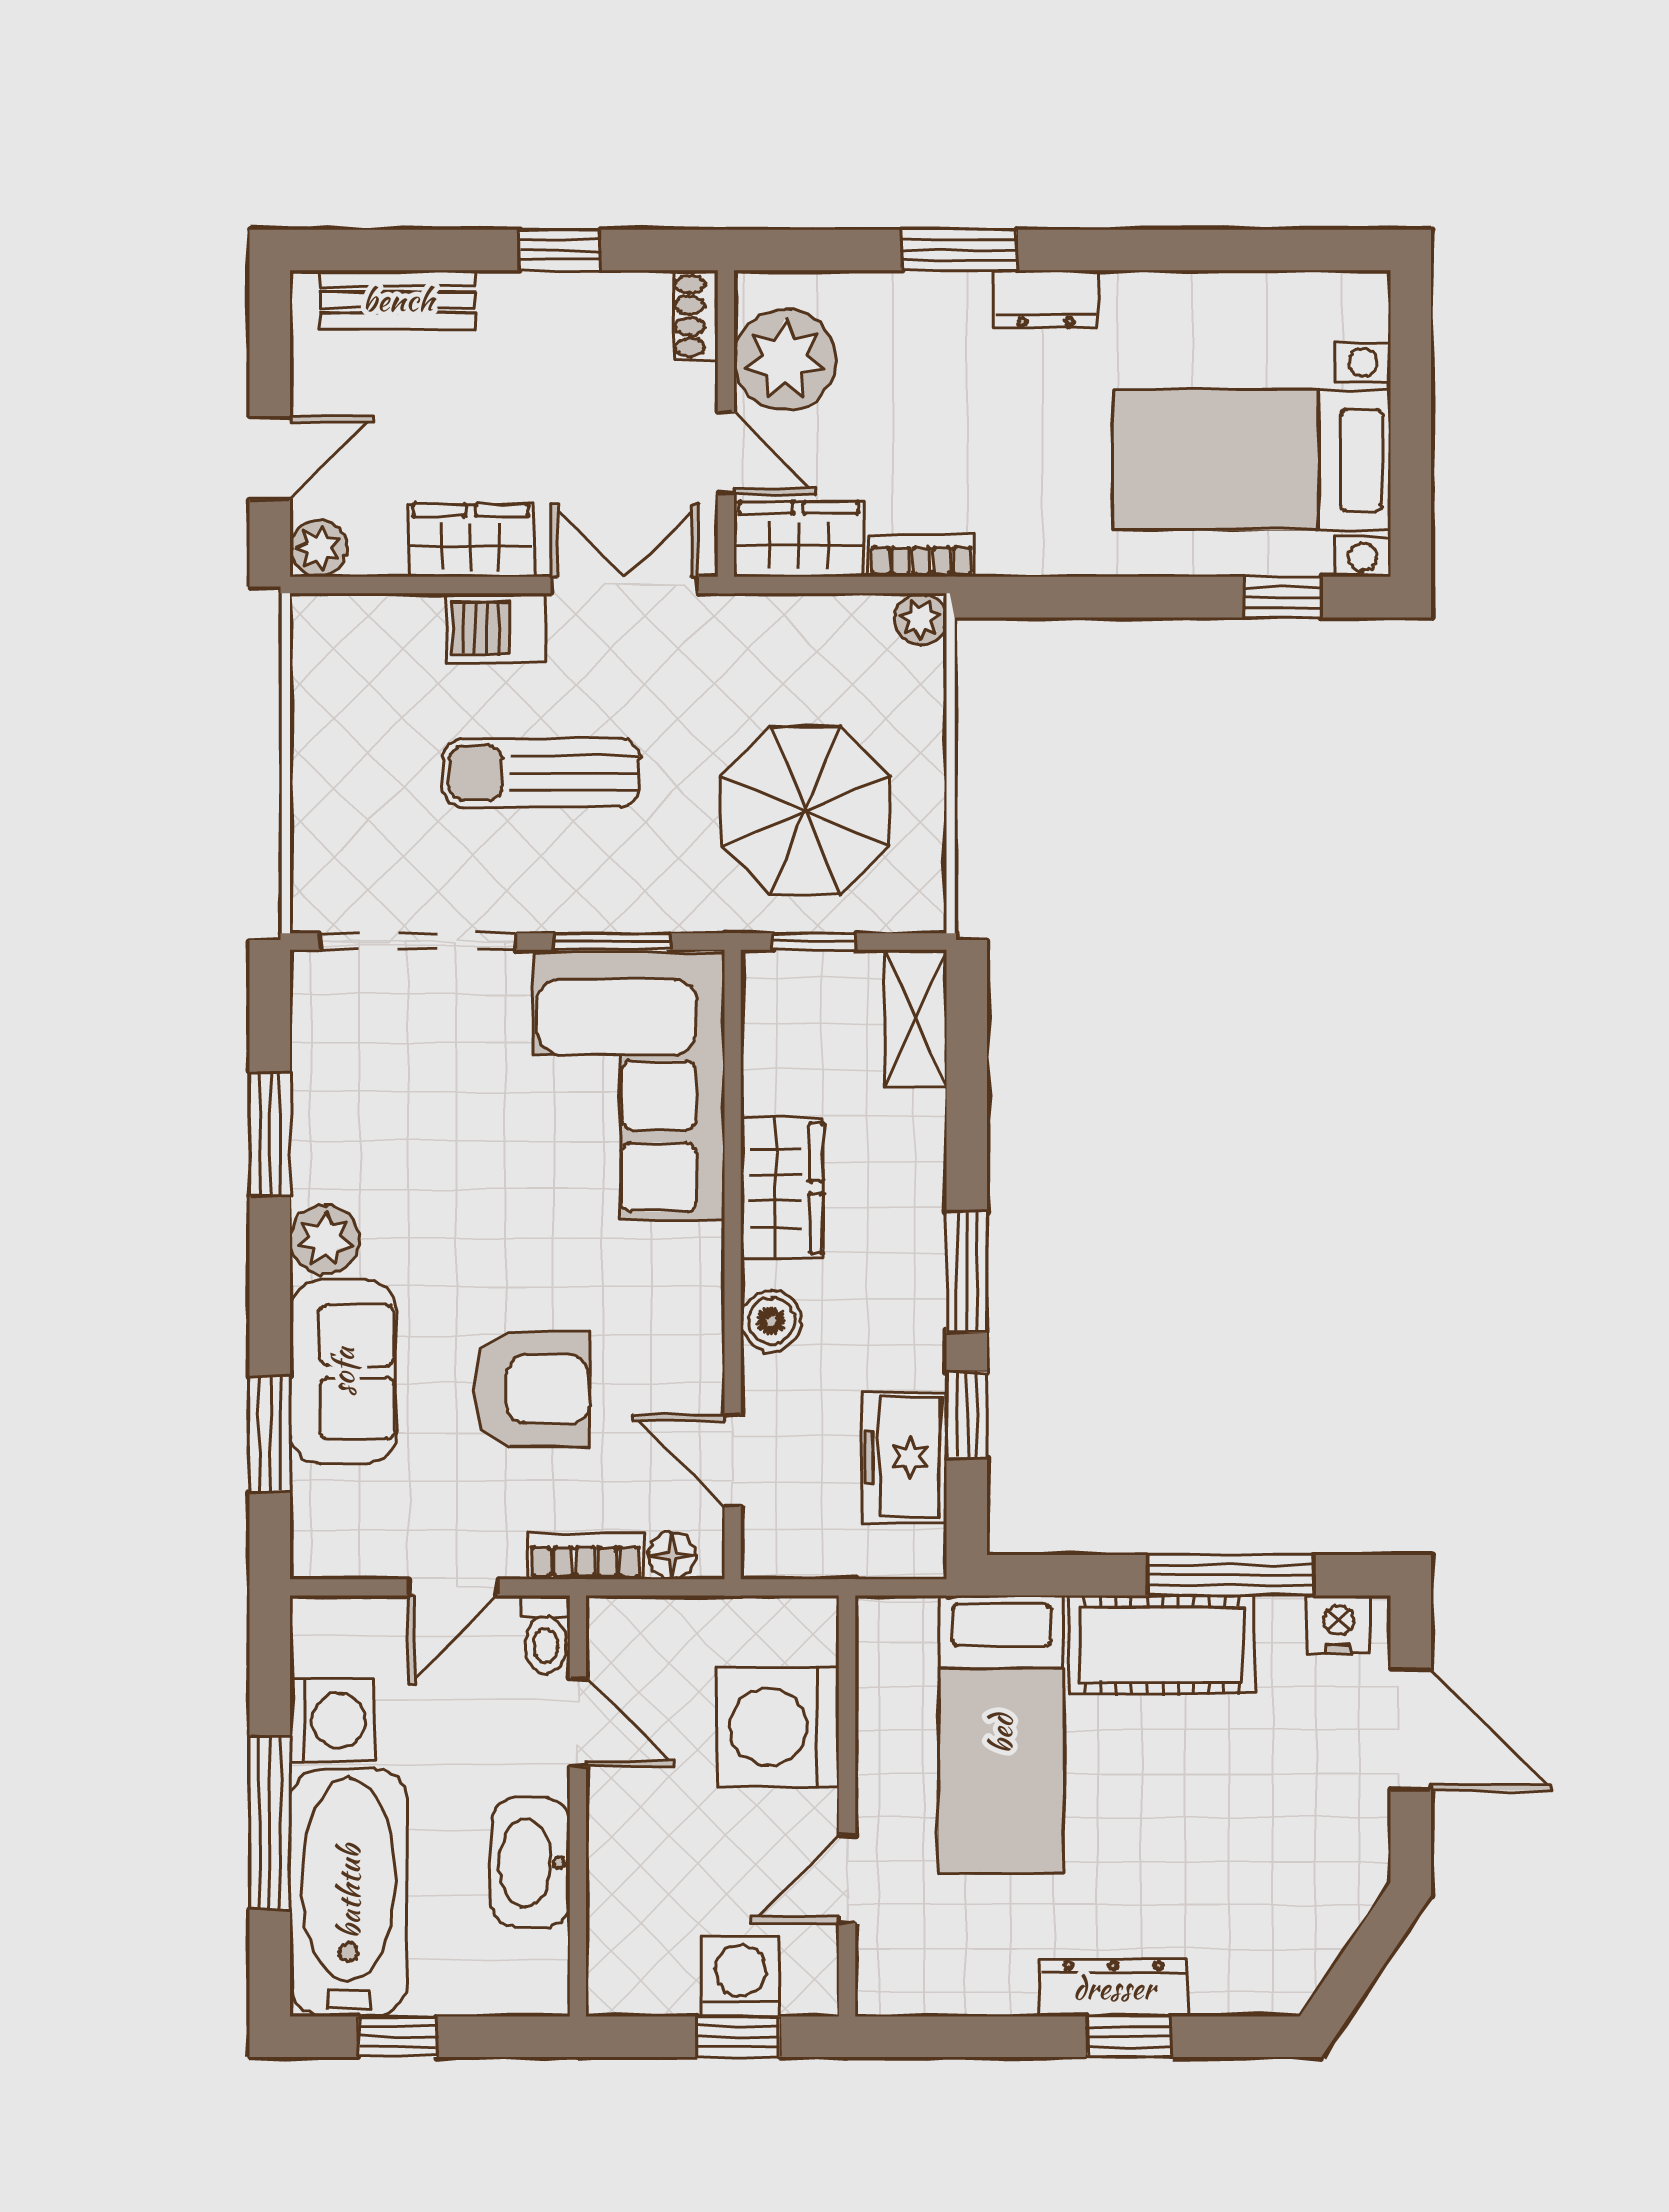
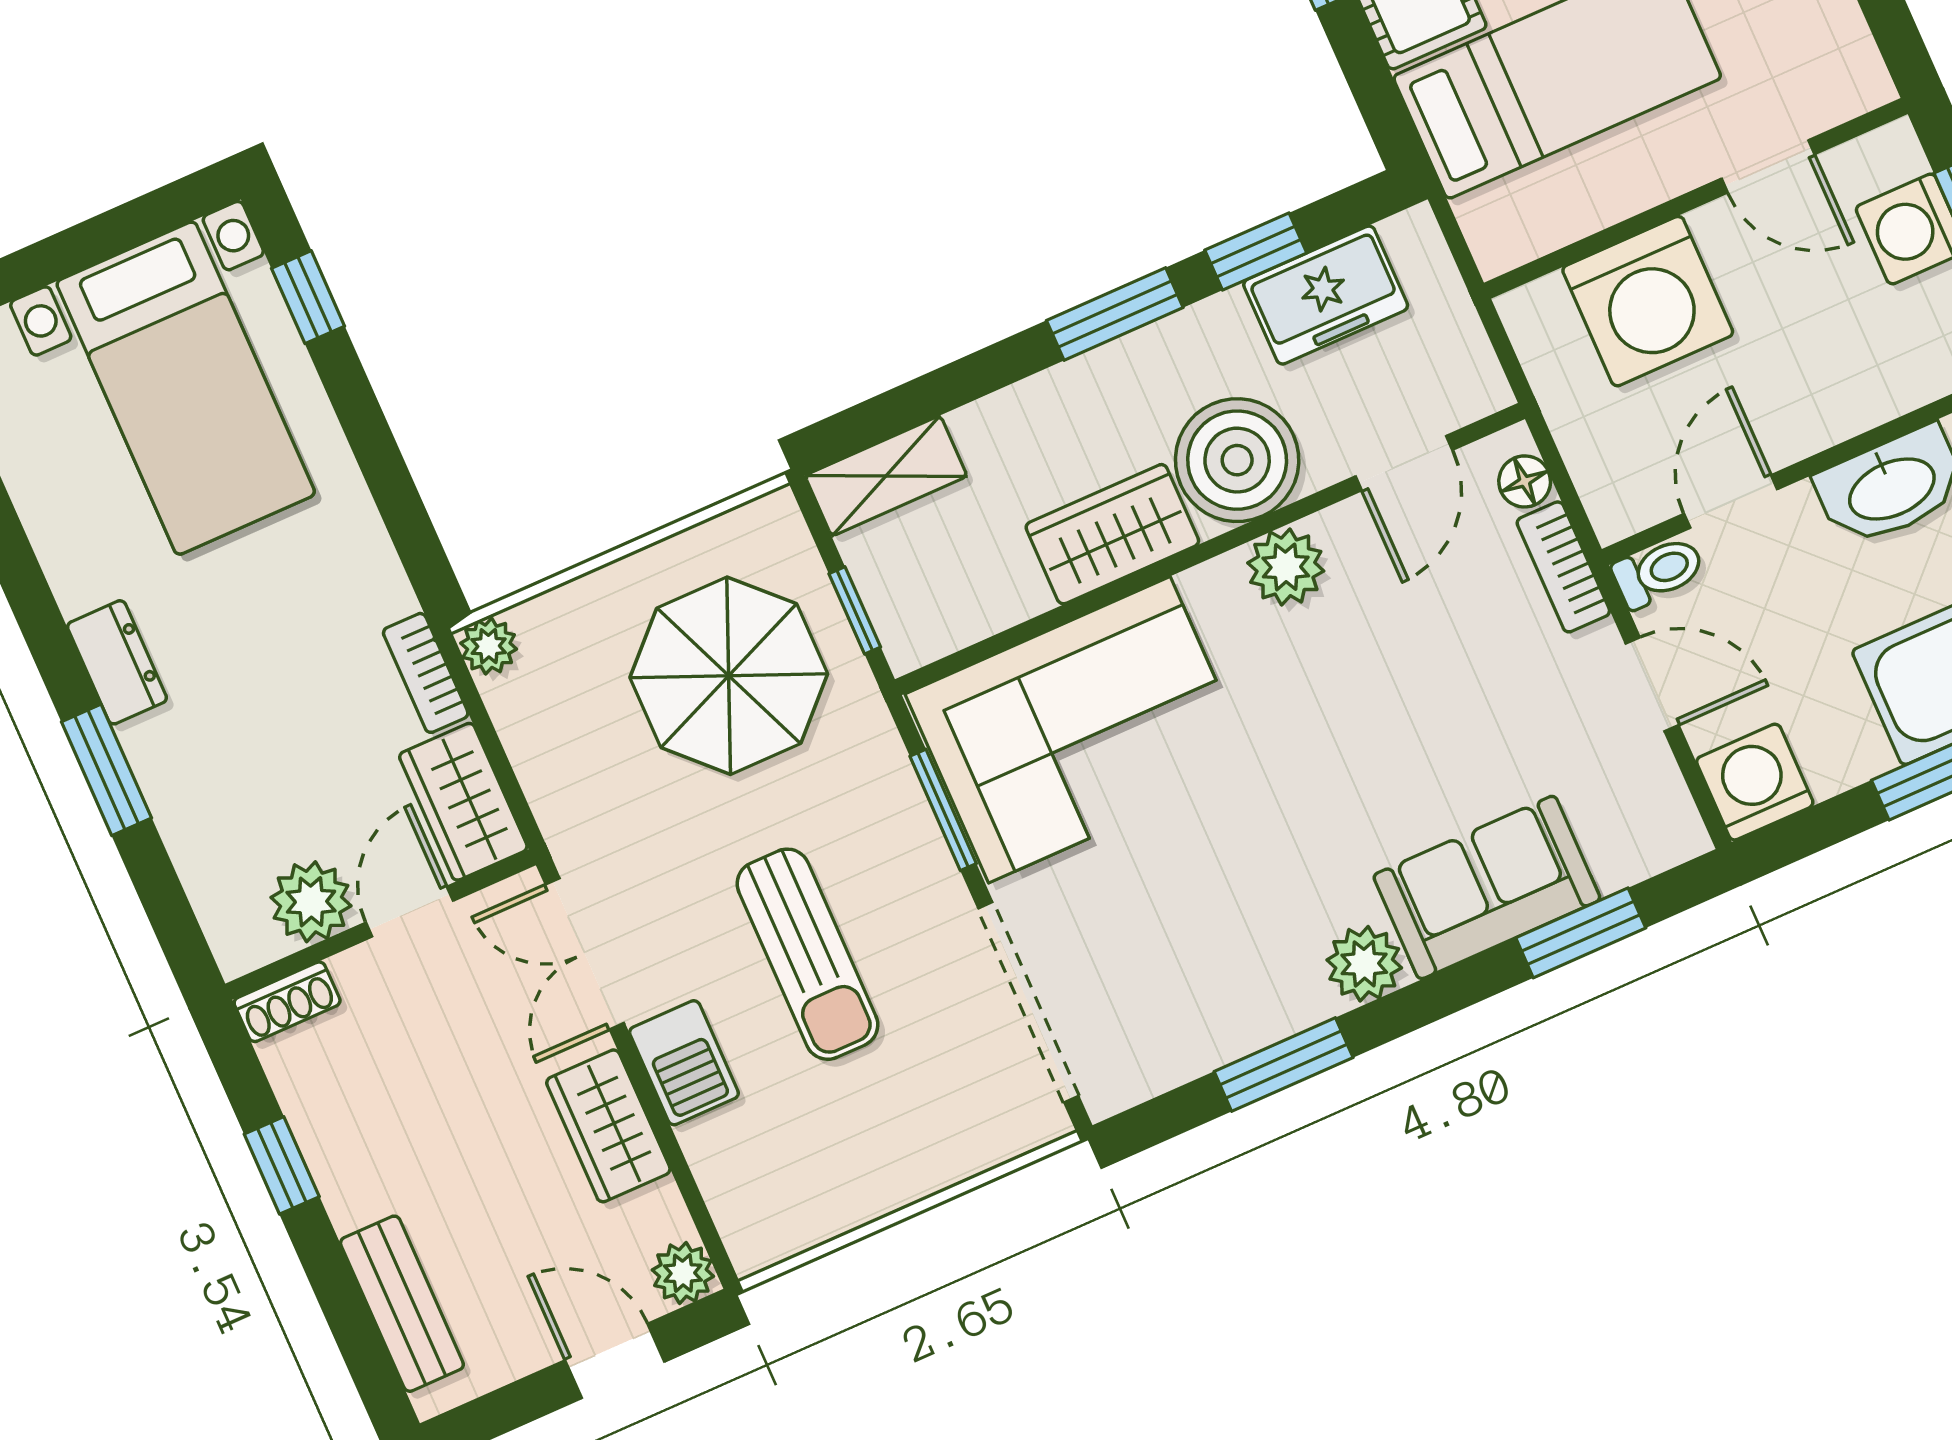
plant: (785, 360) -> (311, 902), width x0.73, depth x0.73
boiler: (771, 1321) -> (1237, 460), width x1.86, depth x1.86
plant: (689, 1322) -> (1286, 567), added
armchair: (532, 1389) -> (1421, 693), removed
washing machine: (332, 1721) -> (1755, 782), moved

